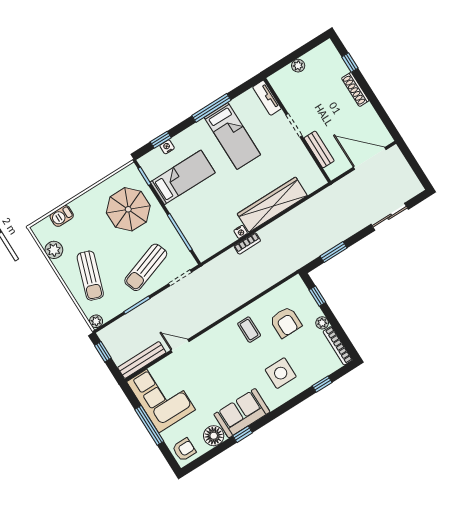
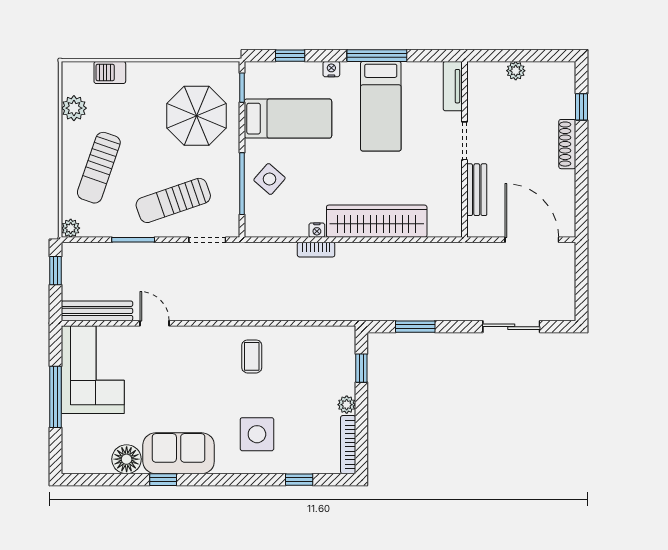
nightstand: (167, 147) -> (331, 69), moved
side table: (194, 219) -> (269, 179), added
armchair: (286, 322) -> (302, 376), removed
armchair: (184, 450) -> (80, 453), removed

